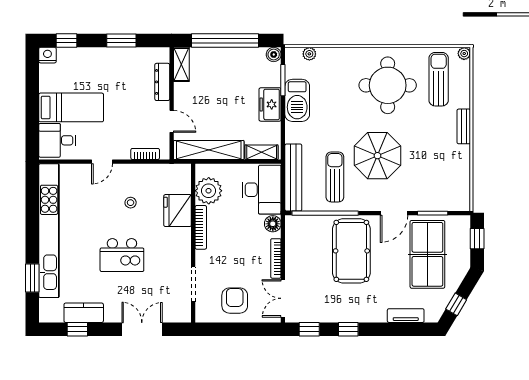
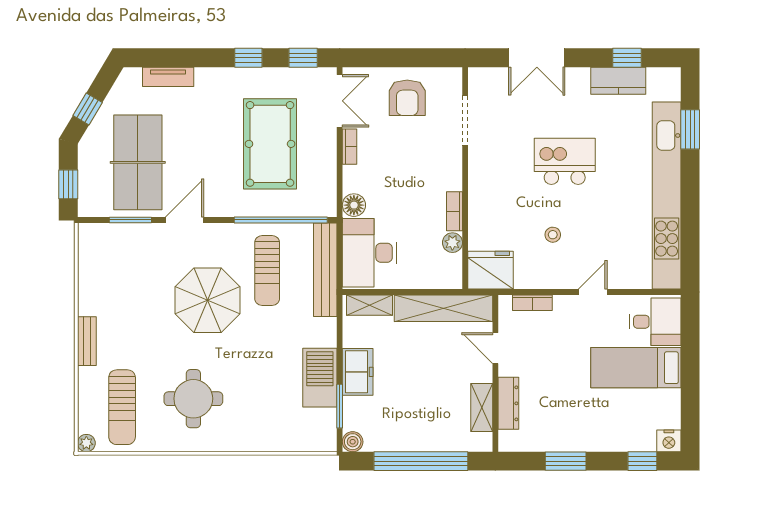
plant: (309, 54) -> (303, 443), removed
shelving: (181, 64) -> (482, 407), moved
round table: (388, 85) -> (193, 399), width x0.73, depth x0.73
plant: (209, 191) -> (452, 243), width x0.53, depth x0.53
fridge: (178, 211) -> (490, 270), moved, turned -90
bookcase: (201, 227) -> (455, 211), width x0.64
pool table: (351, 251) -> (270, 144), moved
bookcase: (276, 258) -> (350, 147), width x0.64
window: (456, 304) -> (88, 109), moved

